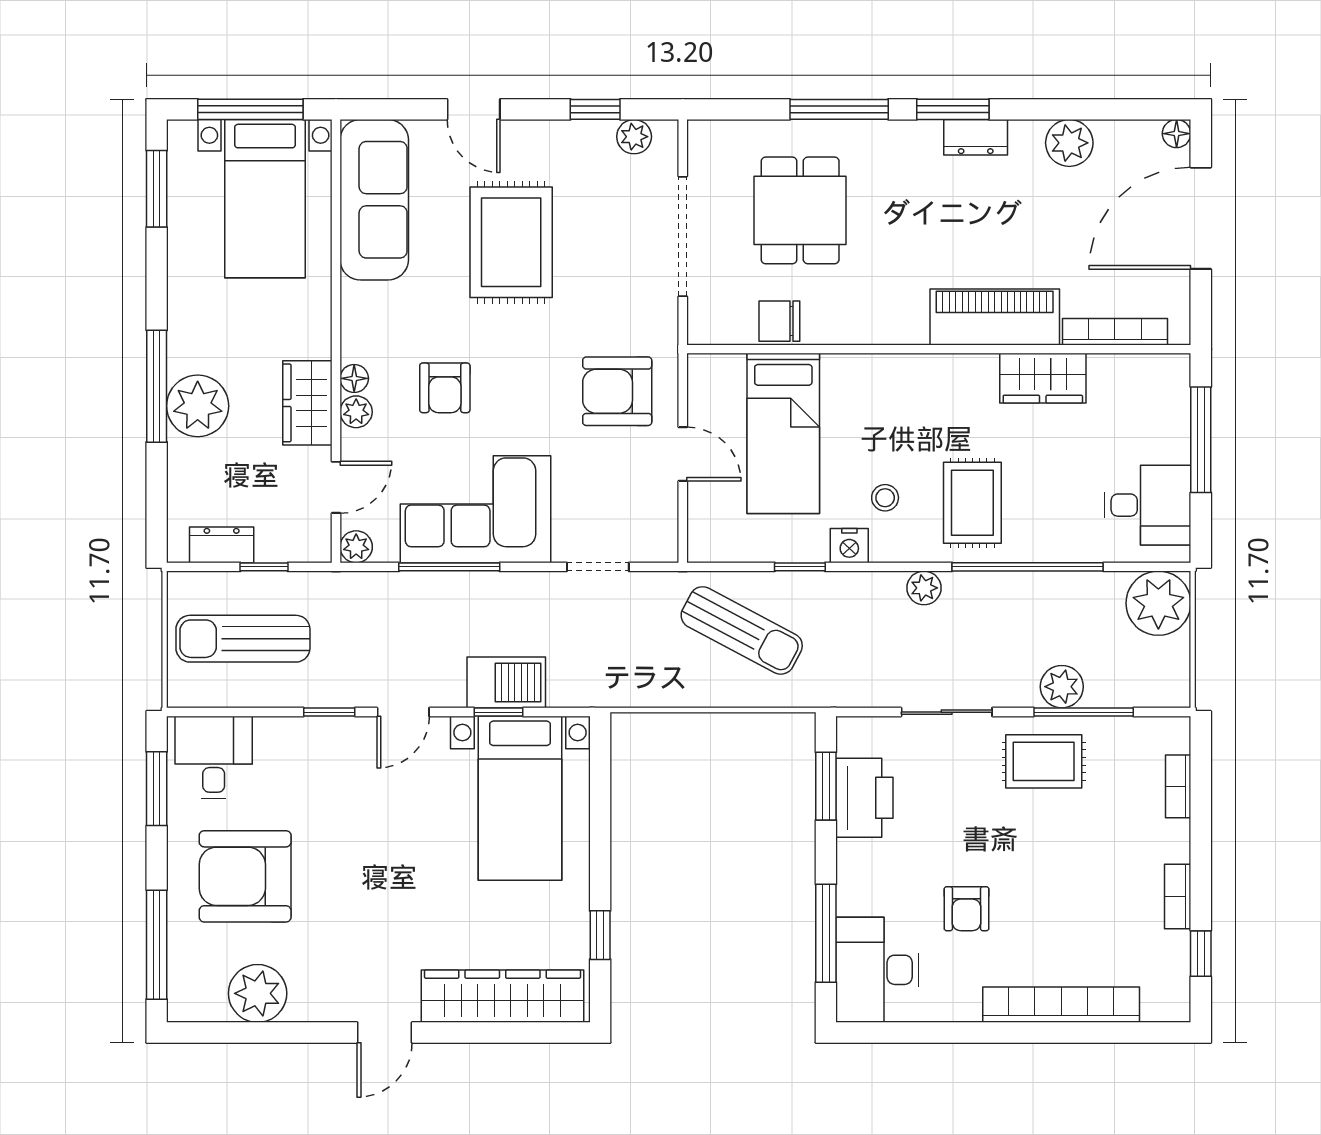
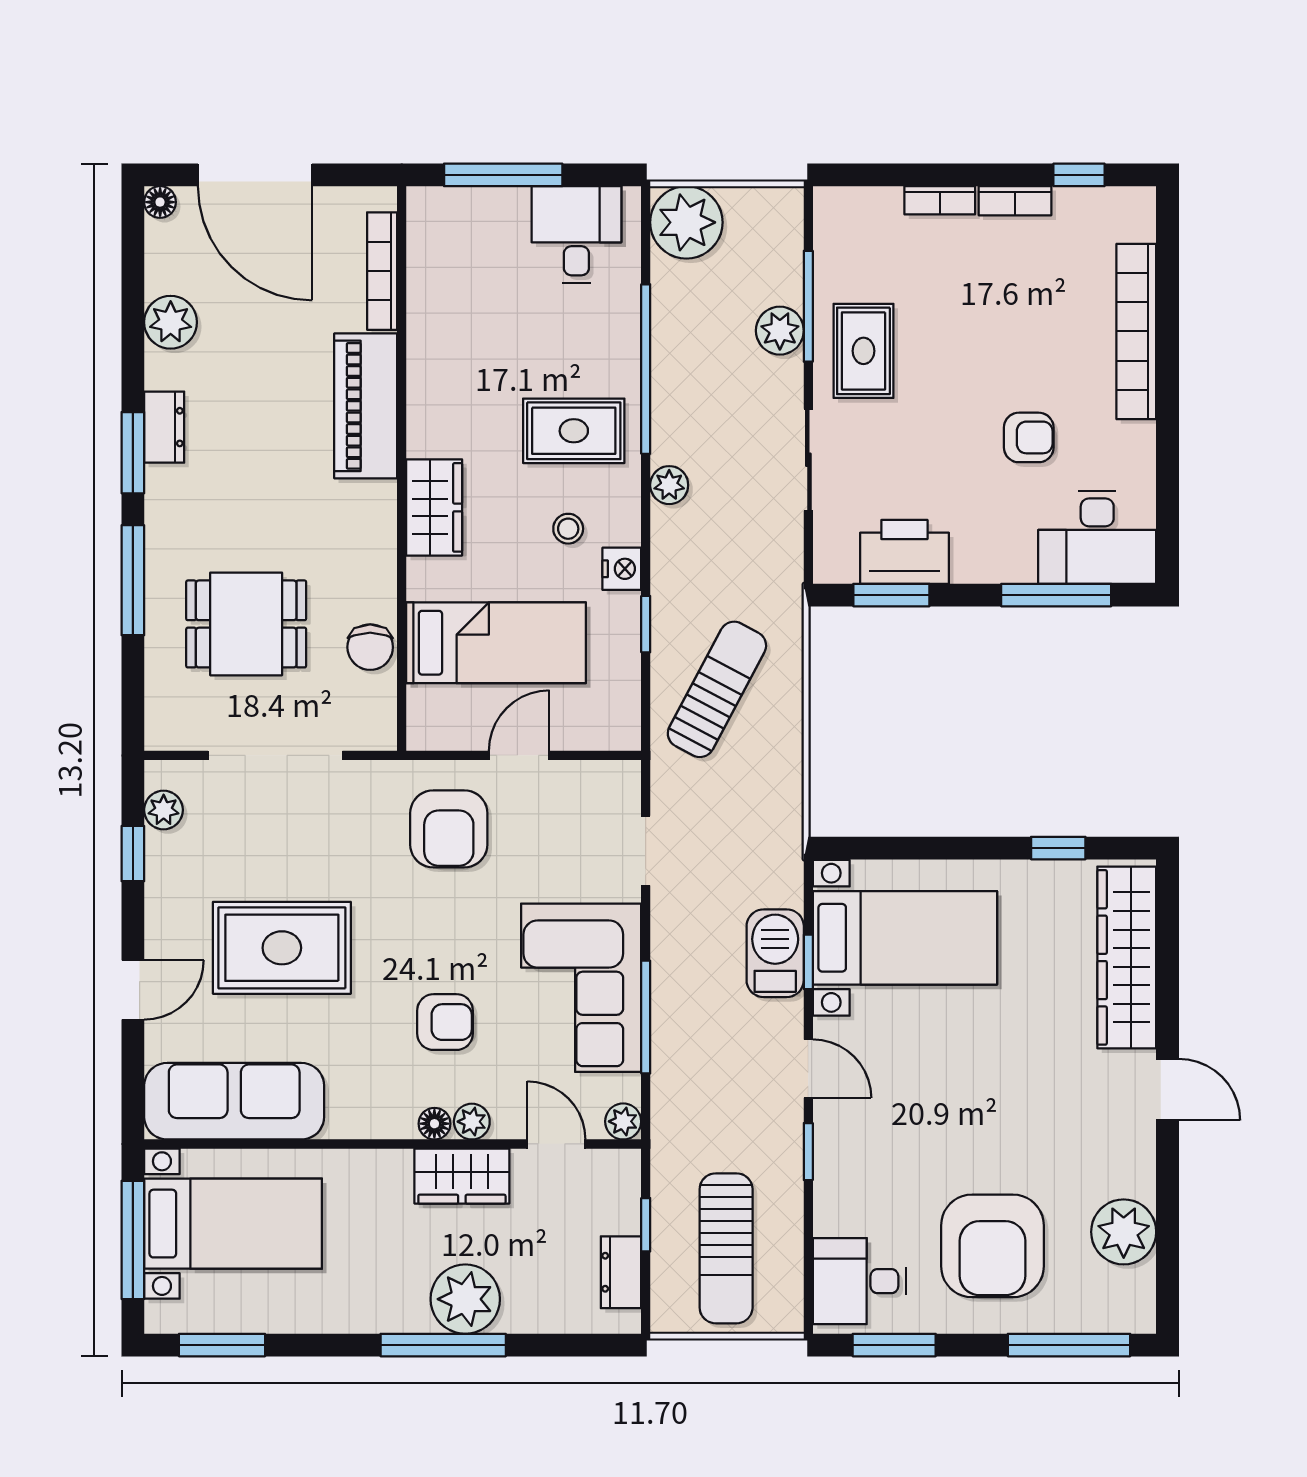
wardrobe: (1043, 378) -> (434, 507), moved
bookcase: (1178, 786) -> (940, 200), moved

